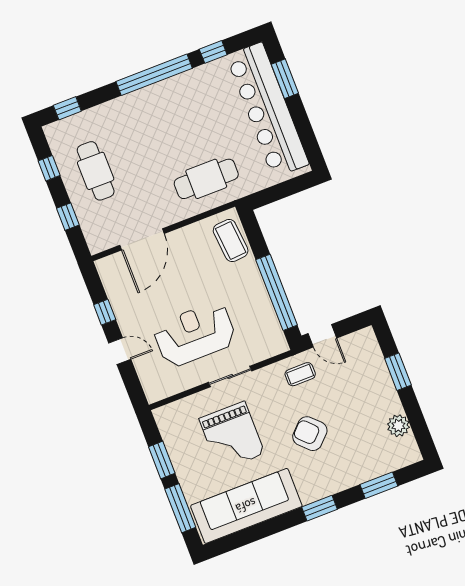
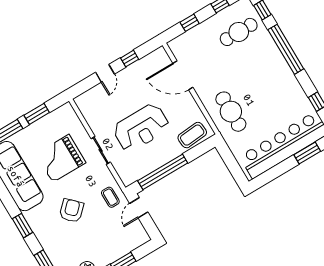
window: (154, 75) -> (286, 49), moved
cafe table: (96, 171) -> (239, 32), moved
reception desk: (195, 334) -> (141, 128), moved, turned 90

